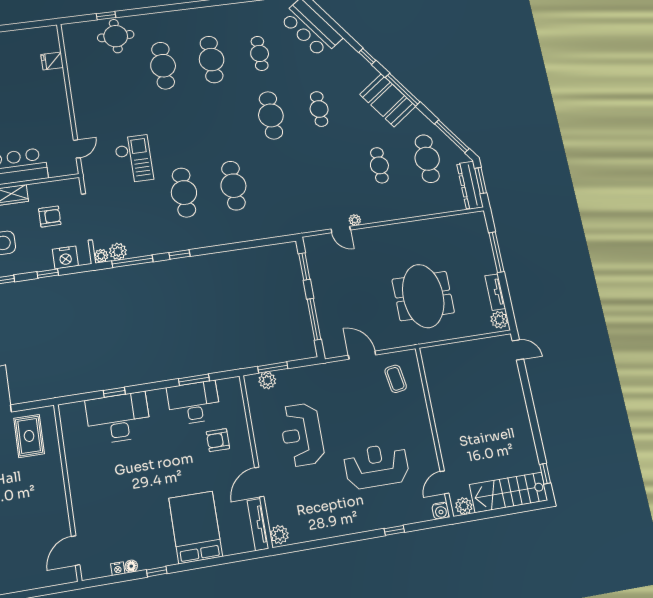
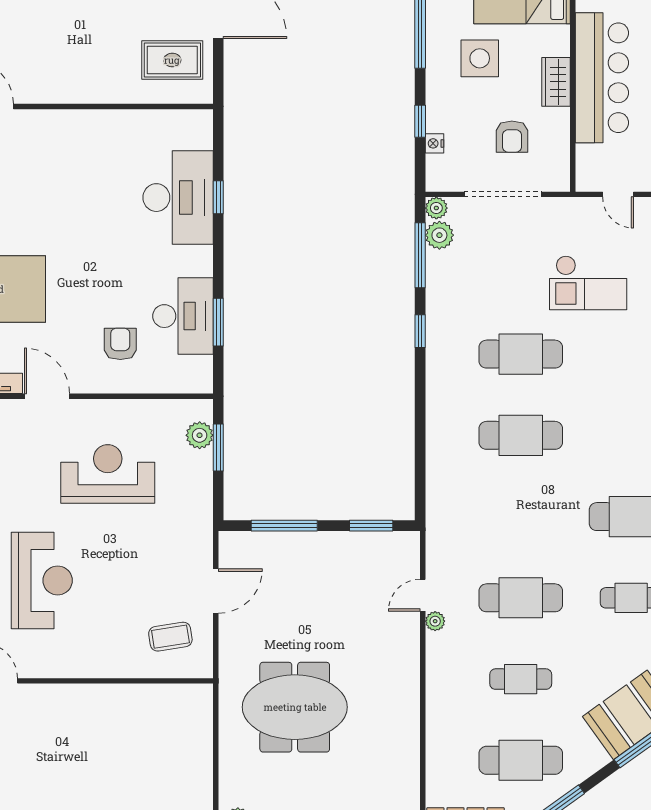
cafe table: (331, 172) -> (521, 598), added
nightstand: (65, 258) -> (435, 143), width x0.53, depth x0.56

